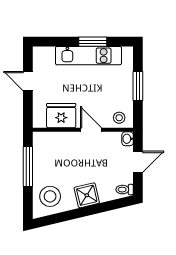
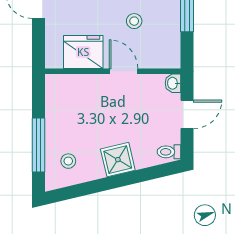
stool: (119, 118) -> (134, 21), moved
window: (28, 167) -> (38, 145), moved
stool: (50, 196) -> (68, 161), width x0.53, depth x0.53

